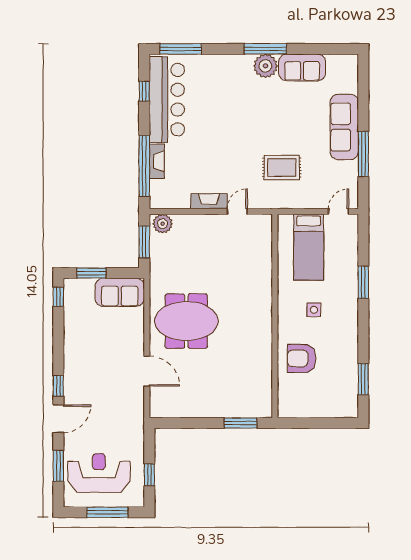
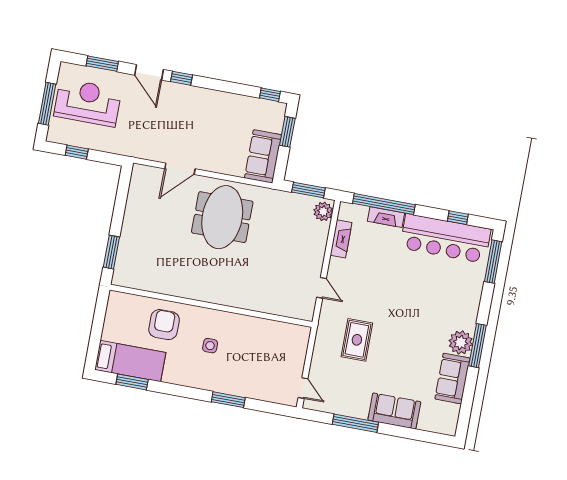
sofa: (344, 127) -> (394, 411), width x0.73
fireplace: (209, 201) -> (341, 239), moved
bed: (309, 247) -> (130, 361), moved, turned 180
reception desk: (99, 473) -> (88, 103), turned -90

